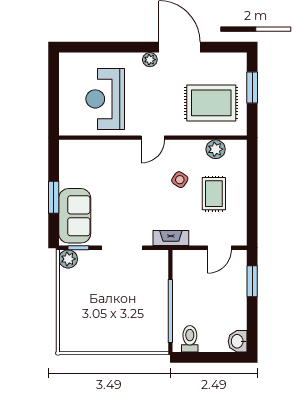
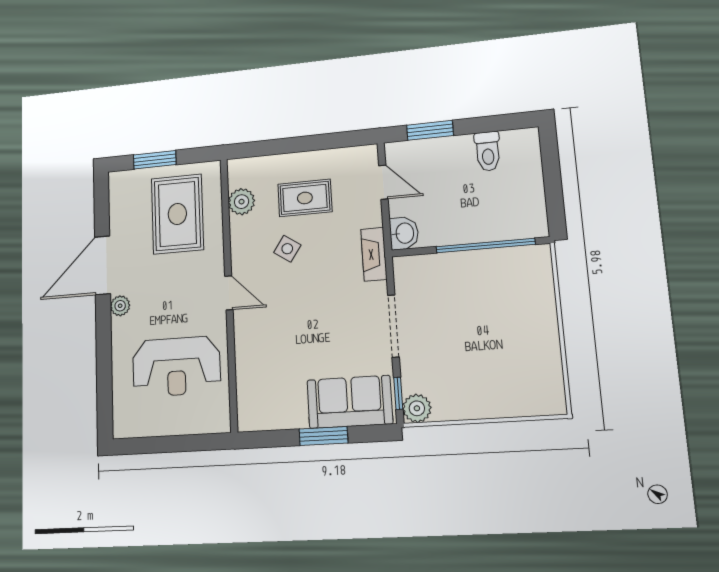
toilet: (190, 339) -> (488, 151), moved, turned -90
washbasin: (238, 341) -> (404, 233), moved, turned -90

